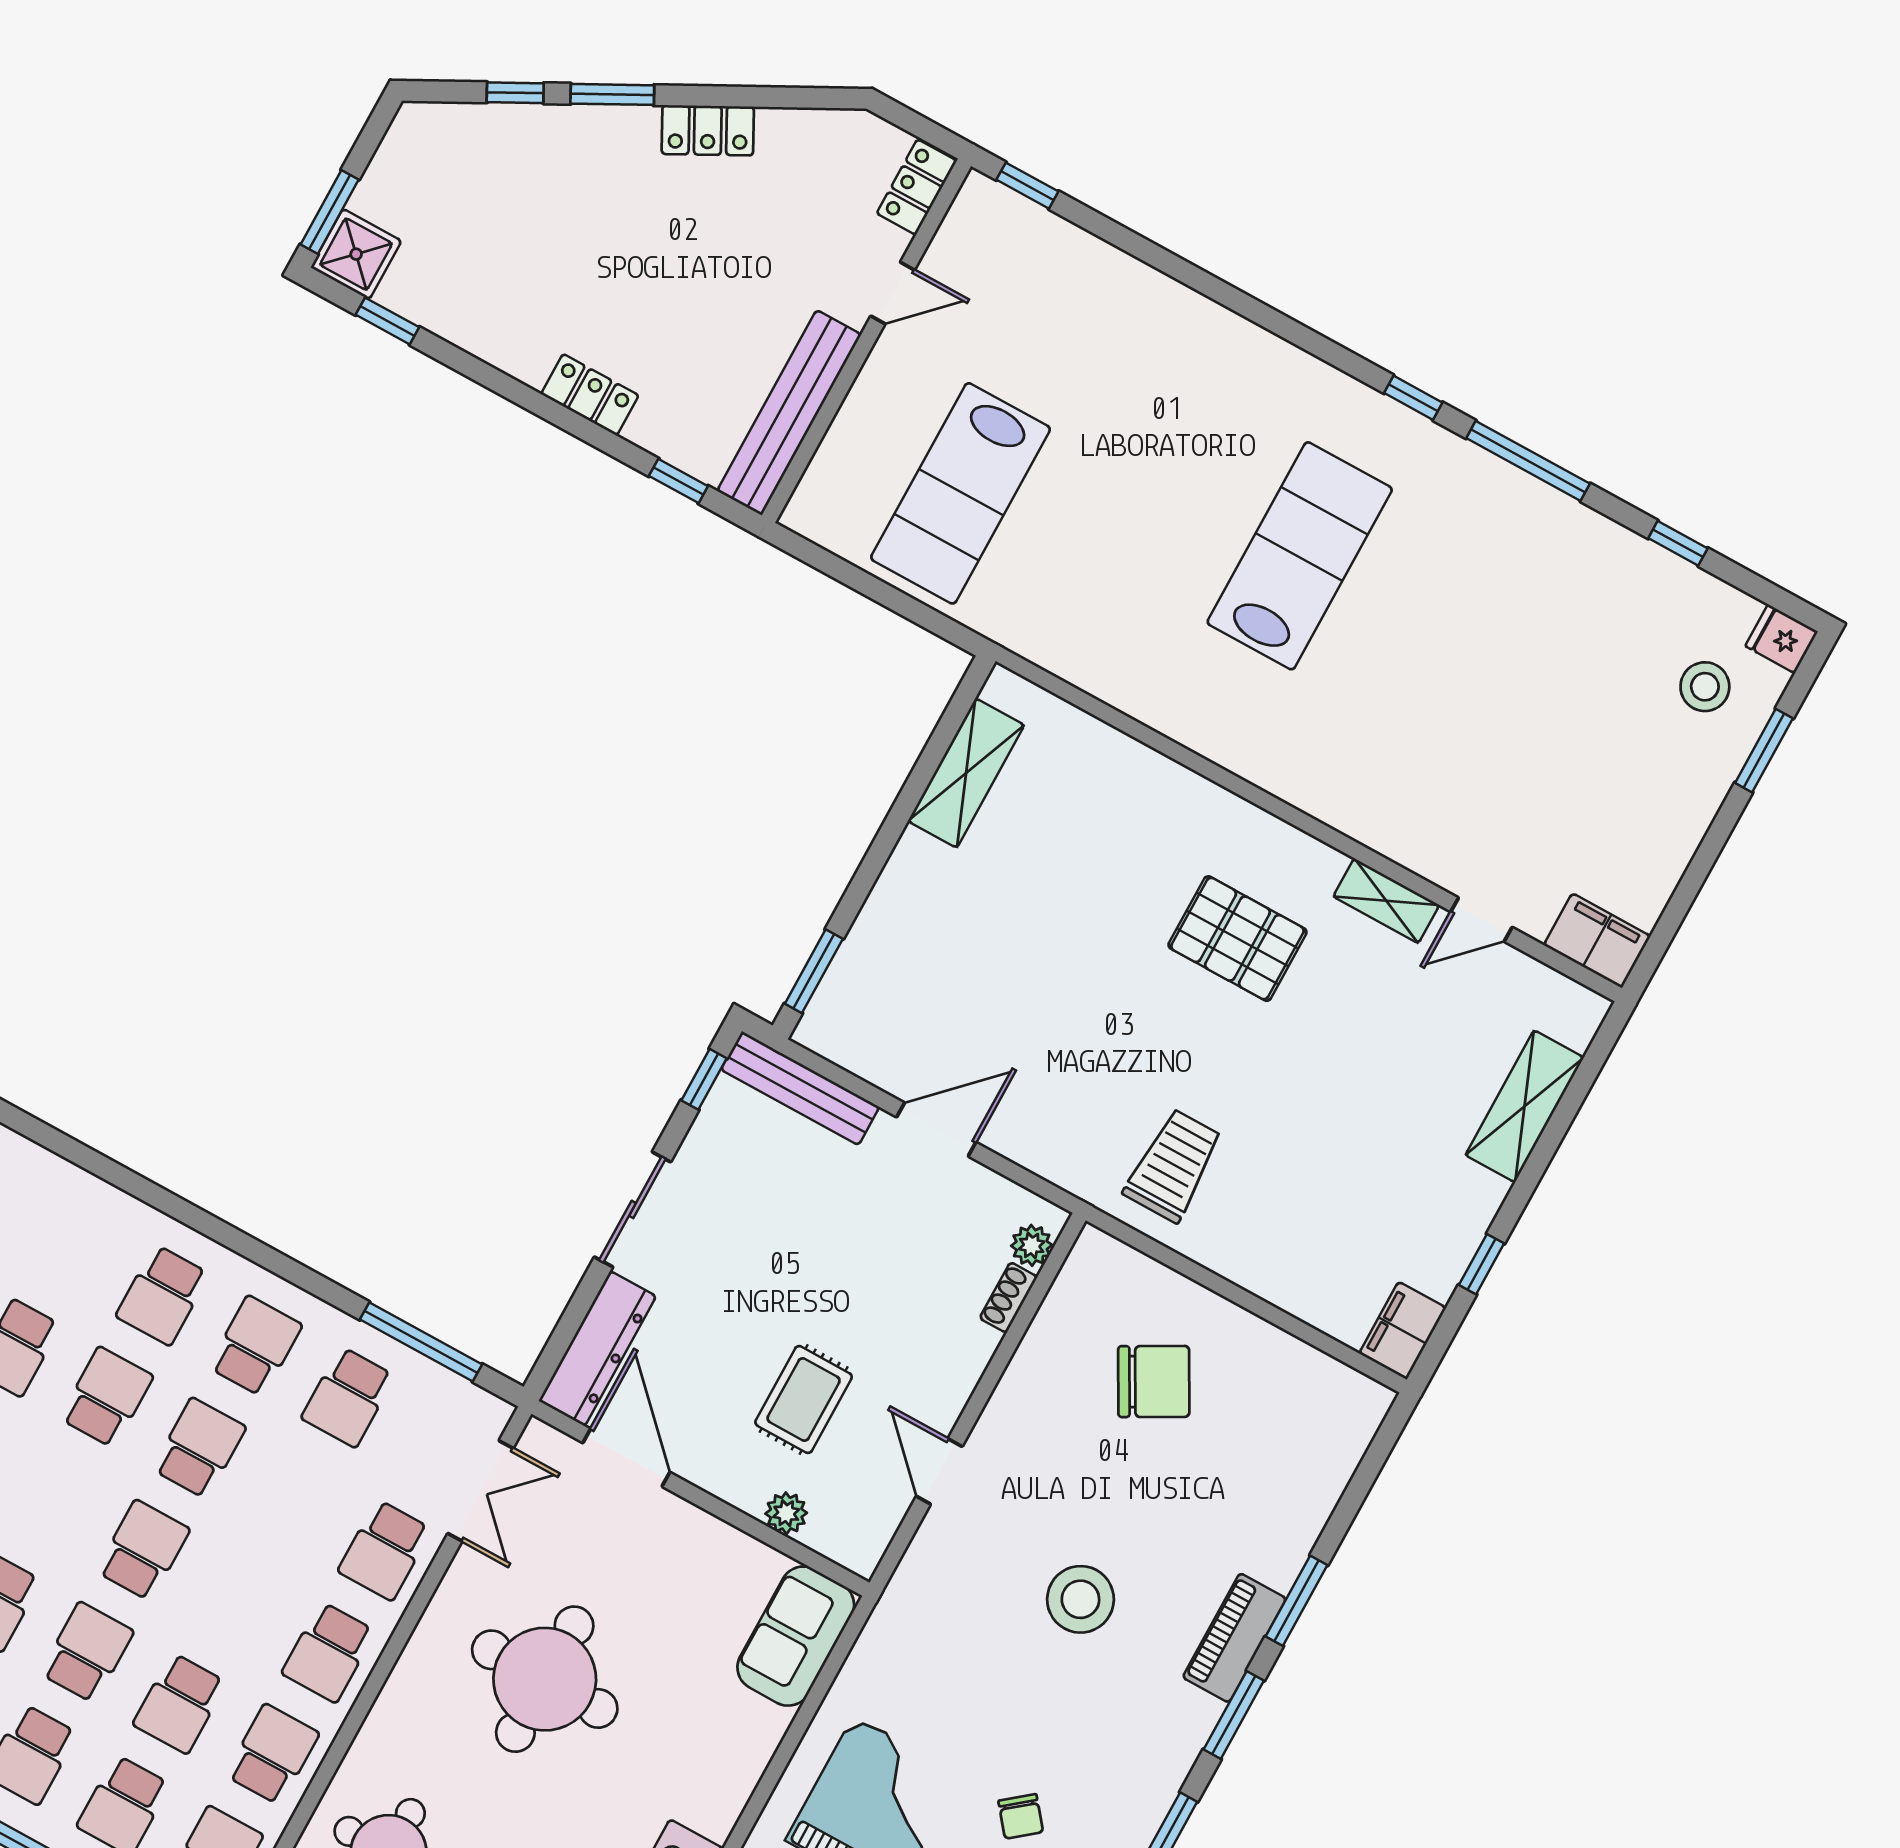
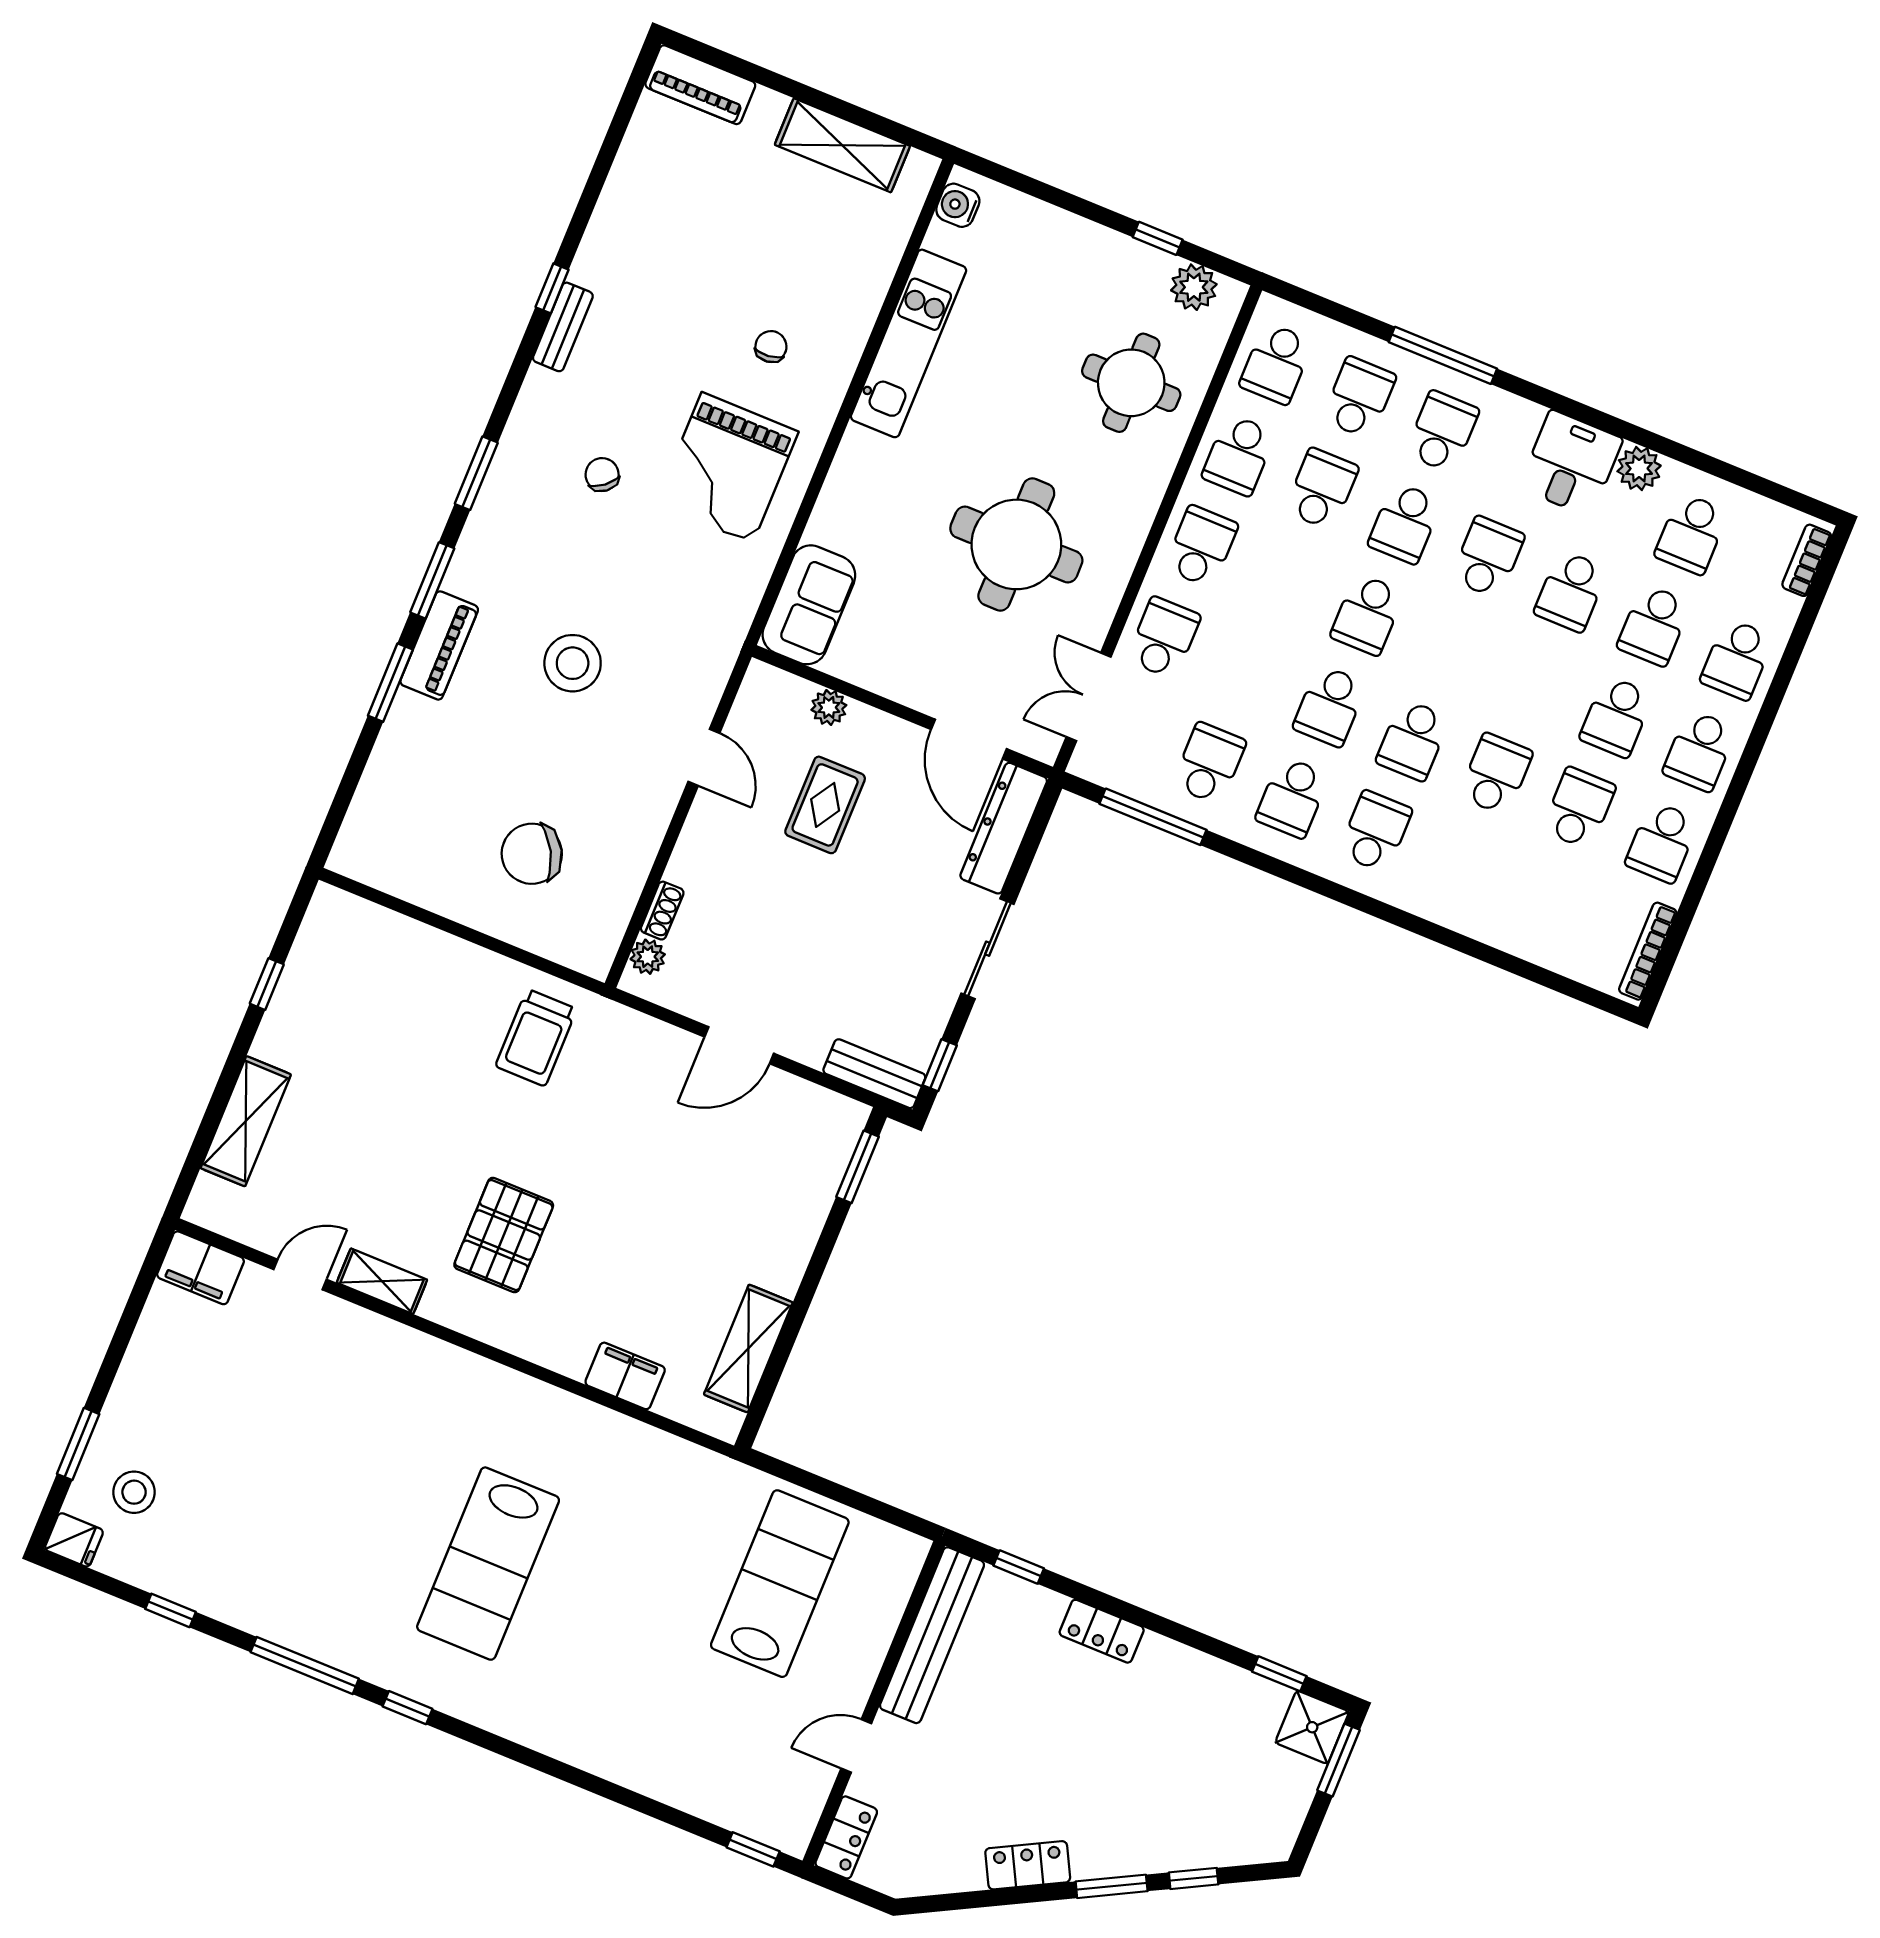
pallet: (1237, 939) -> (504, 1235), turned 90
bench: (800, 1088) -> (874, 1074), width x0.73
filing cabinet: (1403, 1331) -> (625, 1376), moved, turned -90

